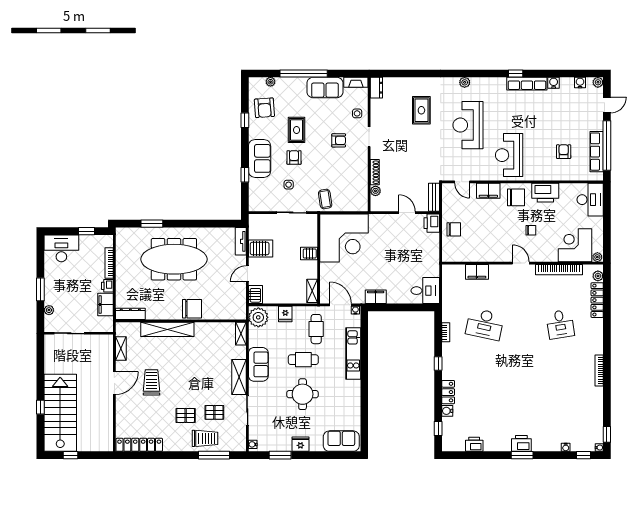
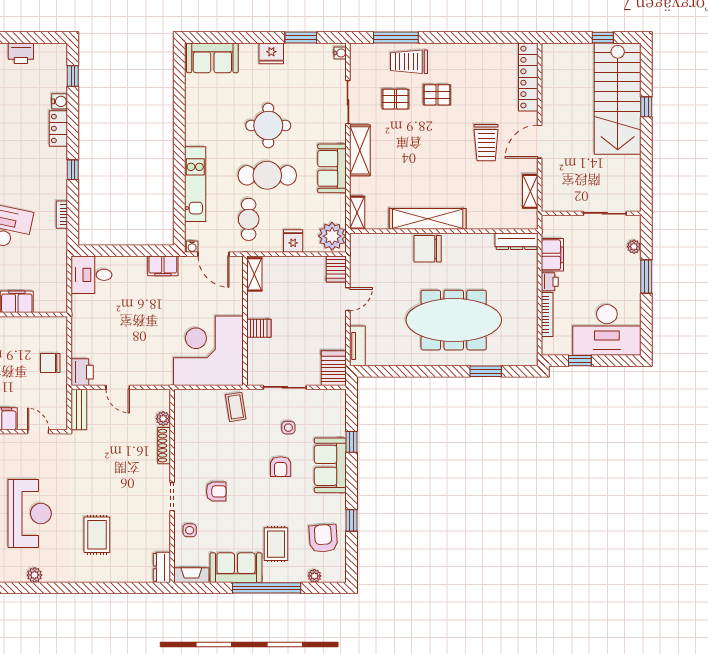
rug: (297, 130) -> (276, 544), moved
armchair: (339, 140) -> (216, 491), turned 180
desk: (61, 248) -> (607, 330), width x1.36, depth x1.30
server rack: (261, 248) -> (334, 368), moved, turned 90
shelving: (167, 329) -> (428, 219), moved
cafe table: (303, 360) -> (267, 175), width x1.37, depth x1.35
locker: (139, 445) -> (528, 77), moved, turned 90

